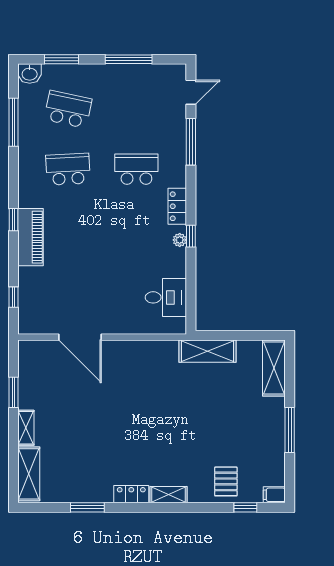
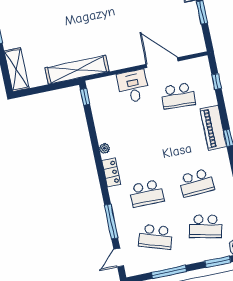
school desk: (136, 109) -> (156, 237), added
window: (191, 236) -> (85, 97), moved
school desk: (68, 289) -> (178, 96), added
desk: (166, 297) -> (133, 86), moved, turned 90
shelving: (207, 351) -> (77, 70), width x1.47

